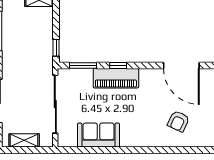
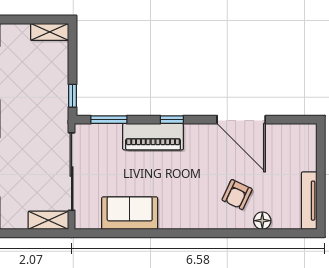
window: (118, 66) -> (172, 120), moved
shelving: (24, 140) -> (48, 220), moved
floor lamp: (197, 141) -> (262, 221), added

